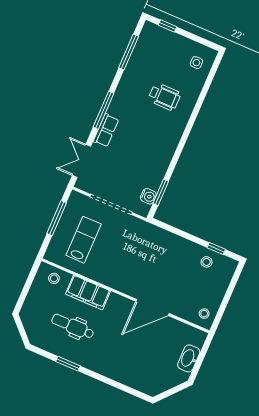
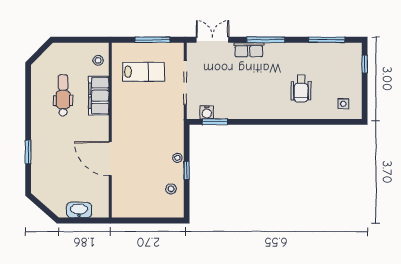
window: (216, 248) -> (187, 170), moved
stool: (204, 314) -> (177, 158), moved
window: (68, 364) -> (28, 152), moved

